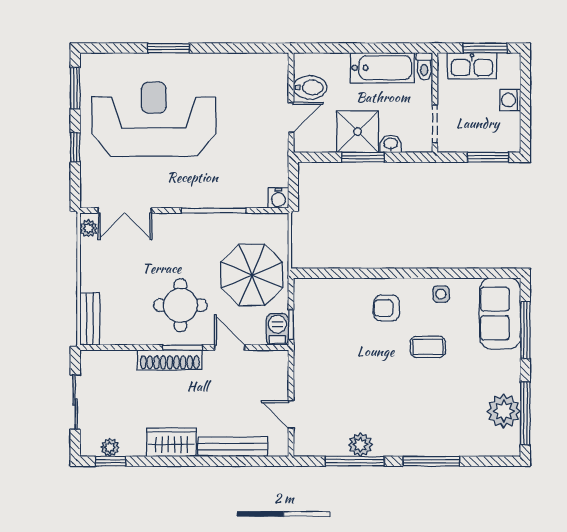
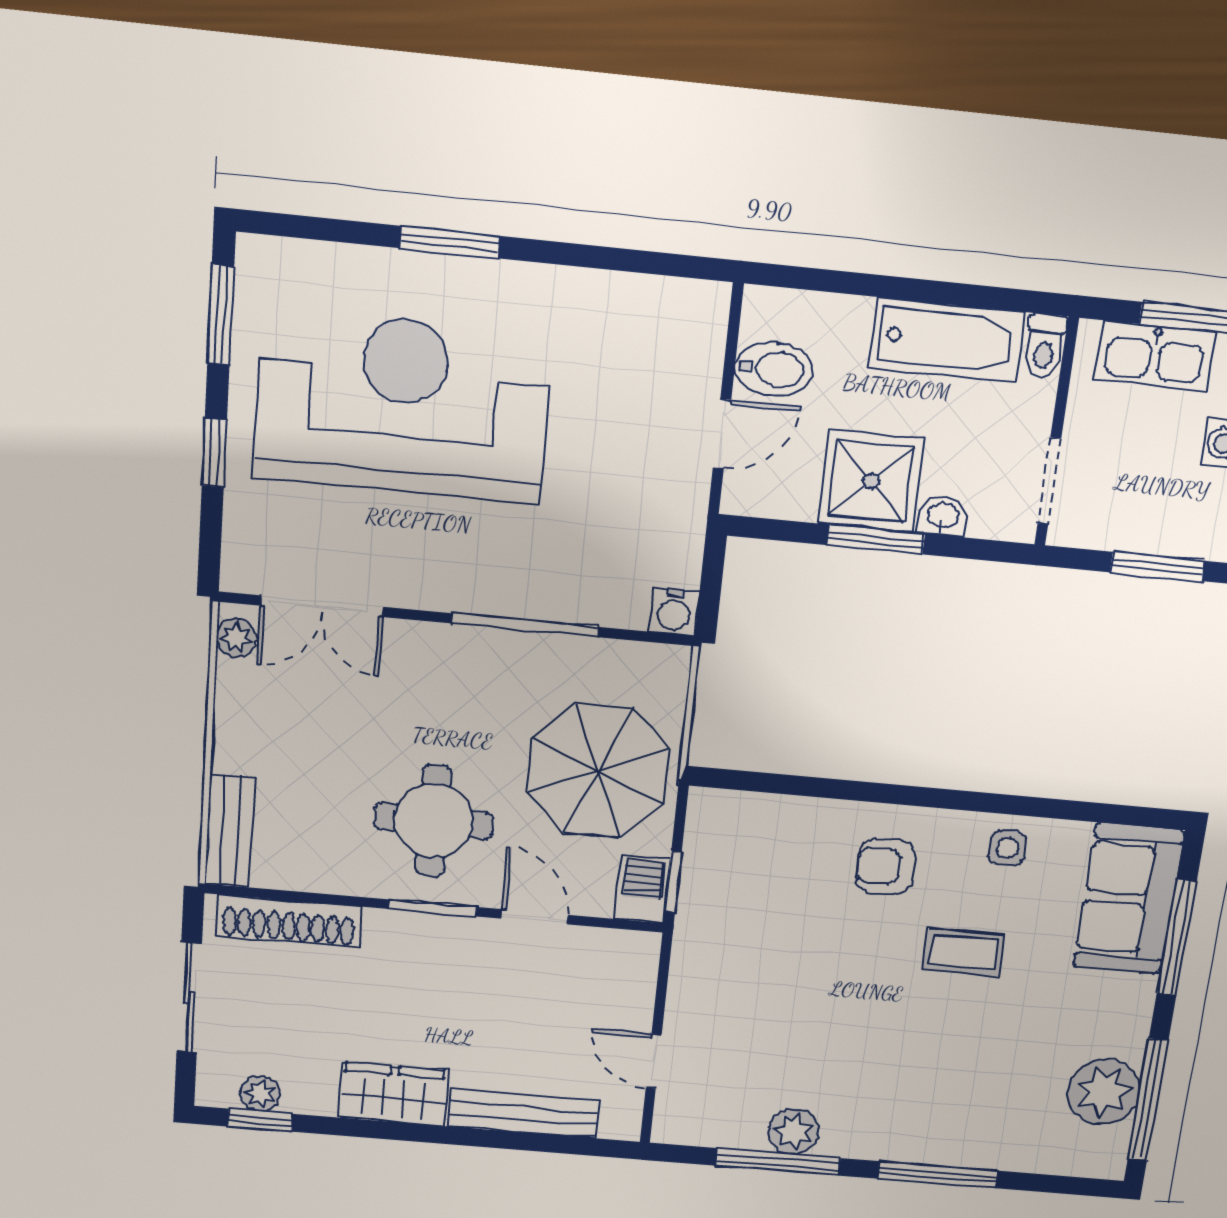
shoe rack: (170, 360) -> (289, 921), moved

